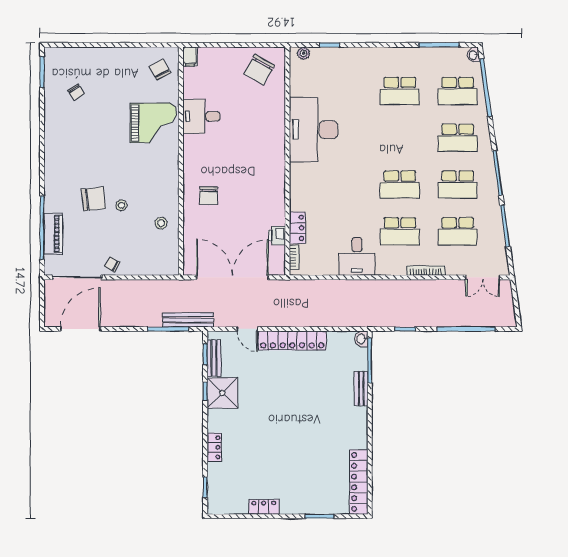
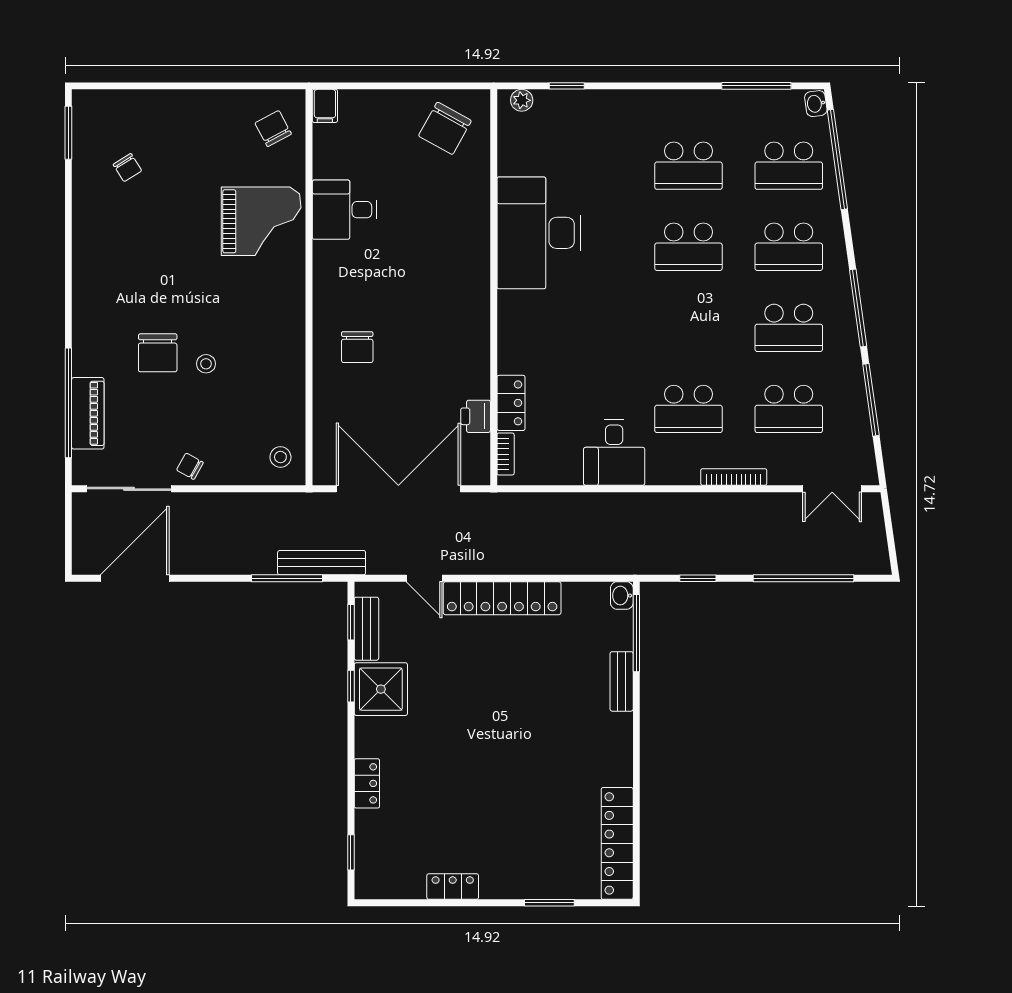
school desk: (400, 185) -> (689, 247), moved
chair: (94, 199) -> (158, 353), turned 97
stool: (161, 223) -> (280, 457), moved

